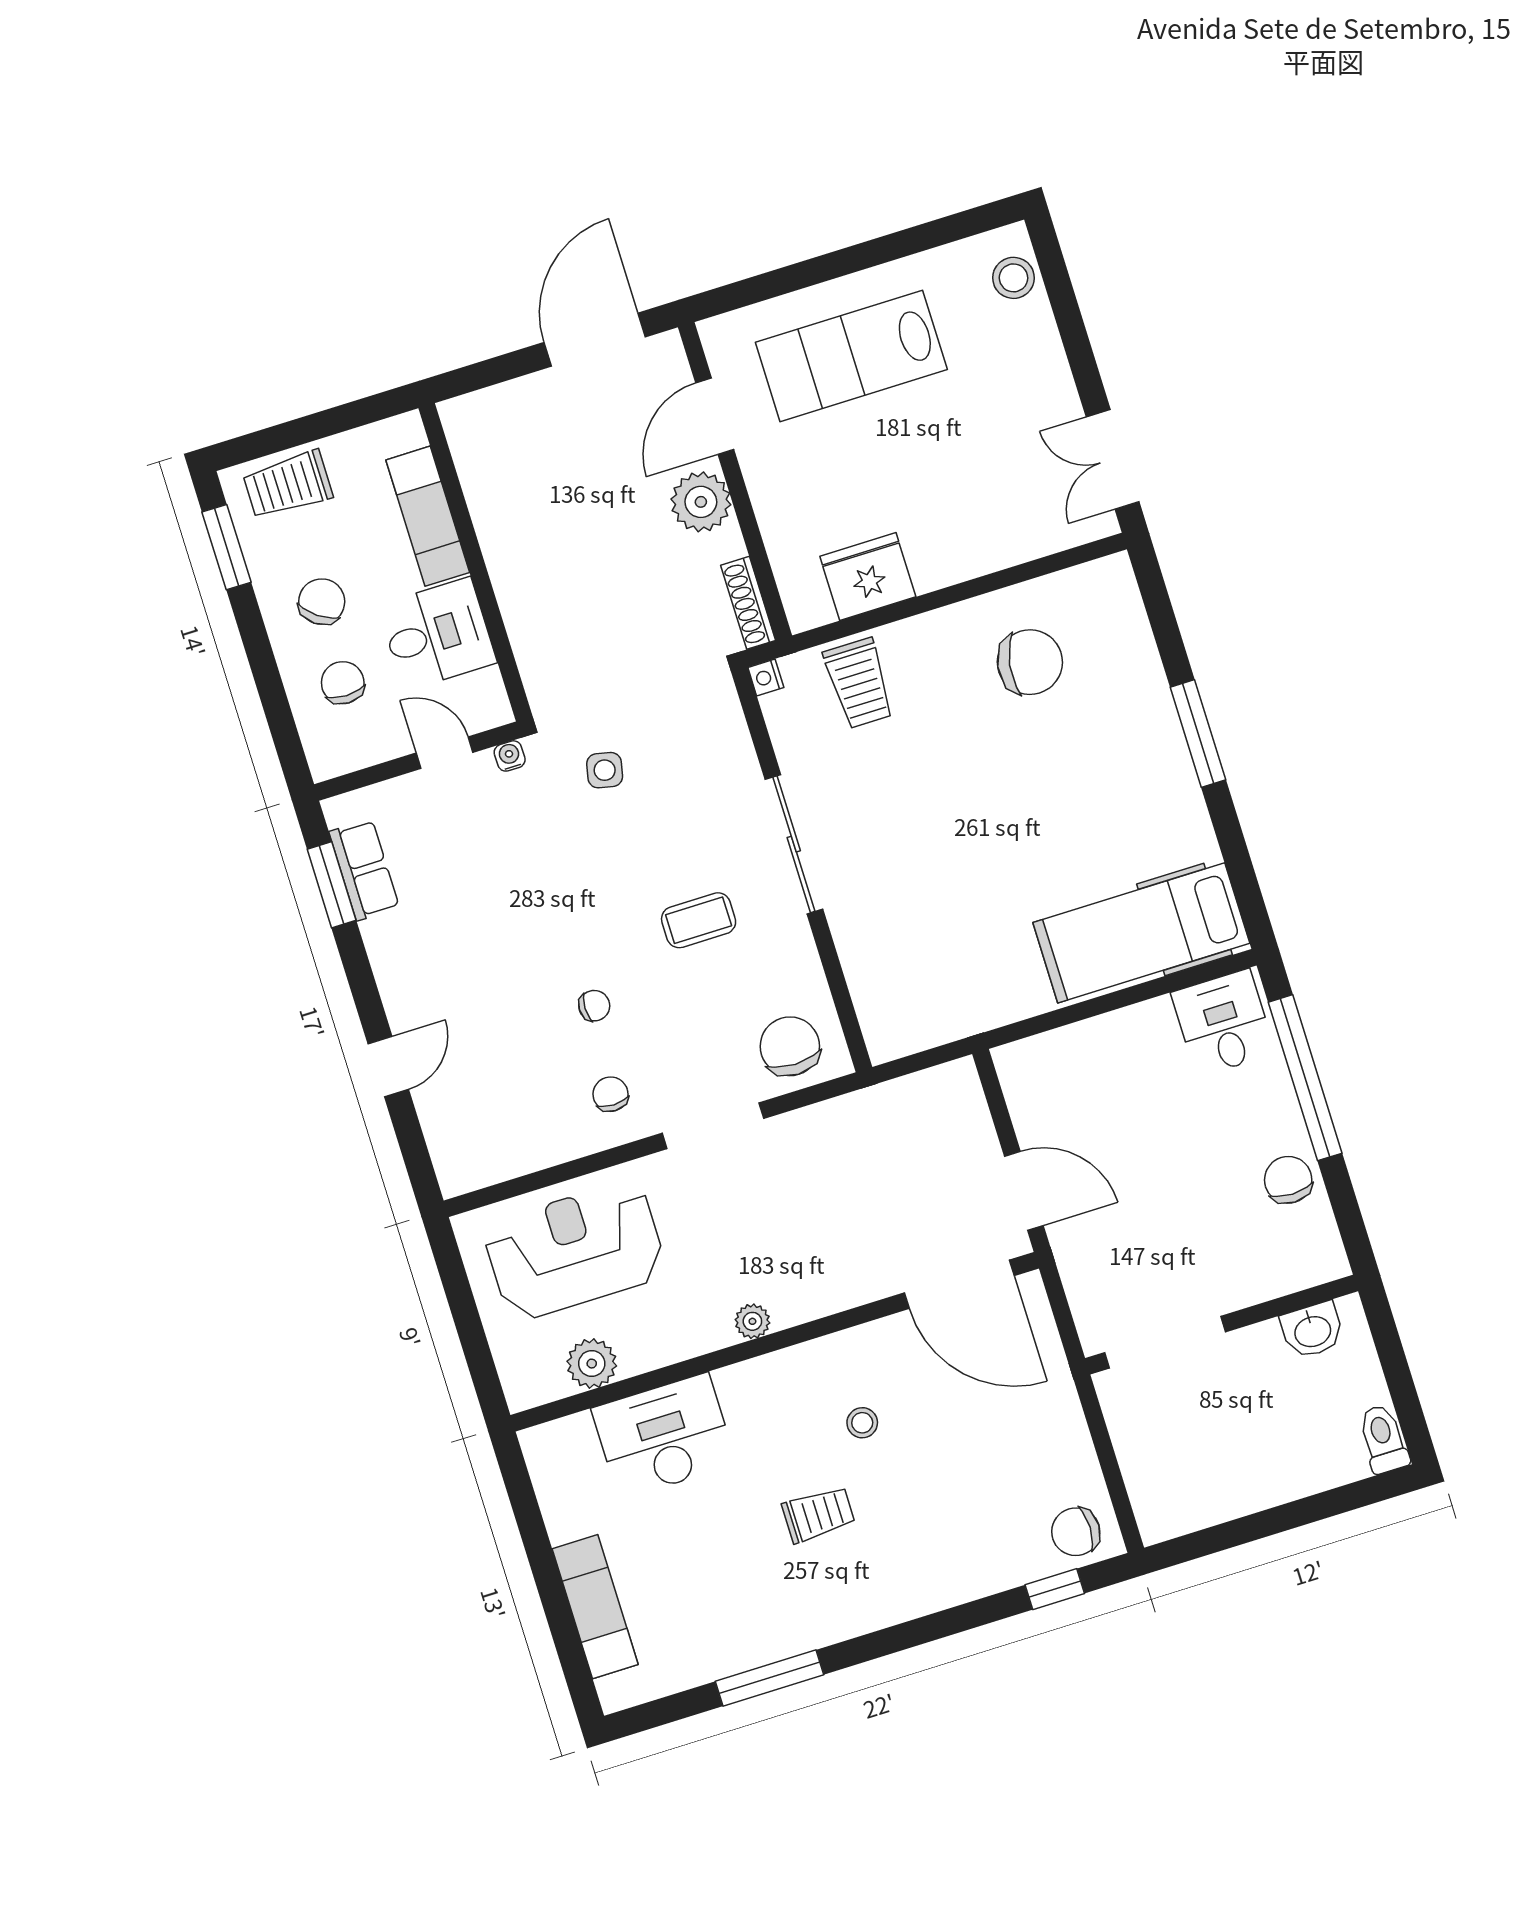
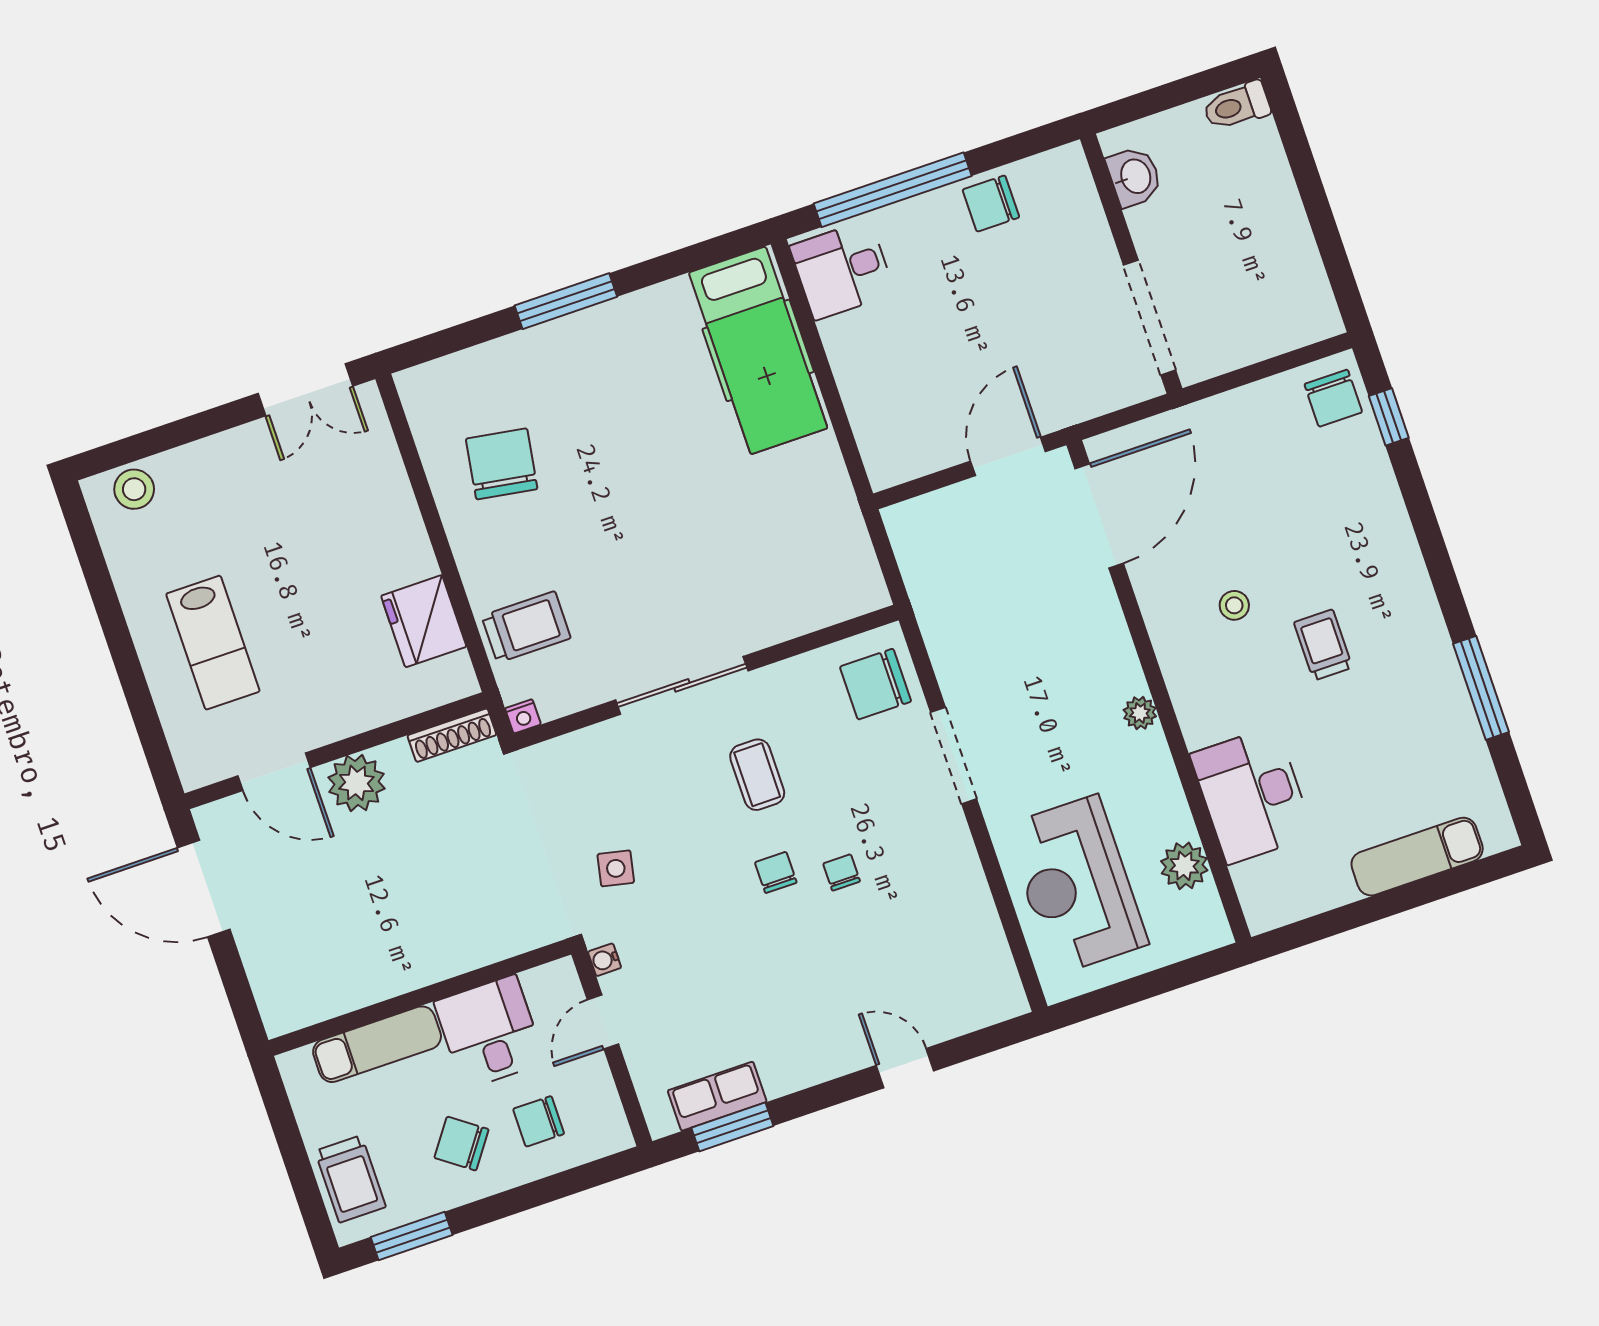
lab bench: (851, 356) -> (213, 643), width x0.73, depth x0.72
chair: (611, 1094) -> (776, 872), moved, turned 90

